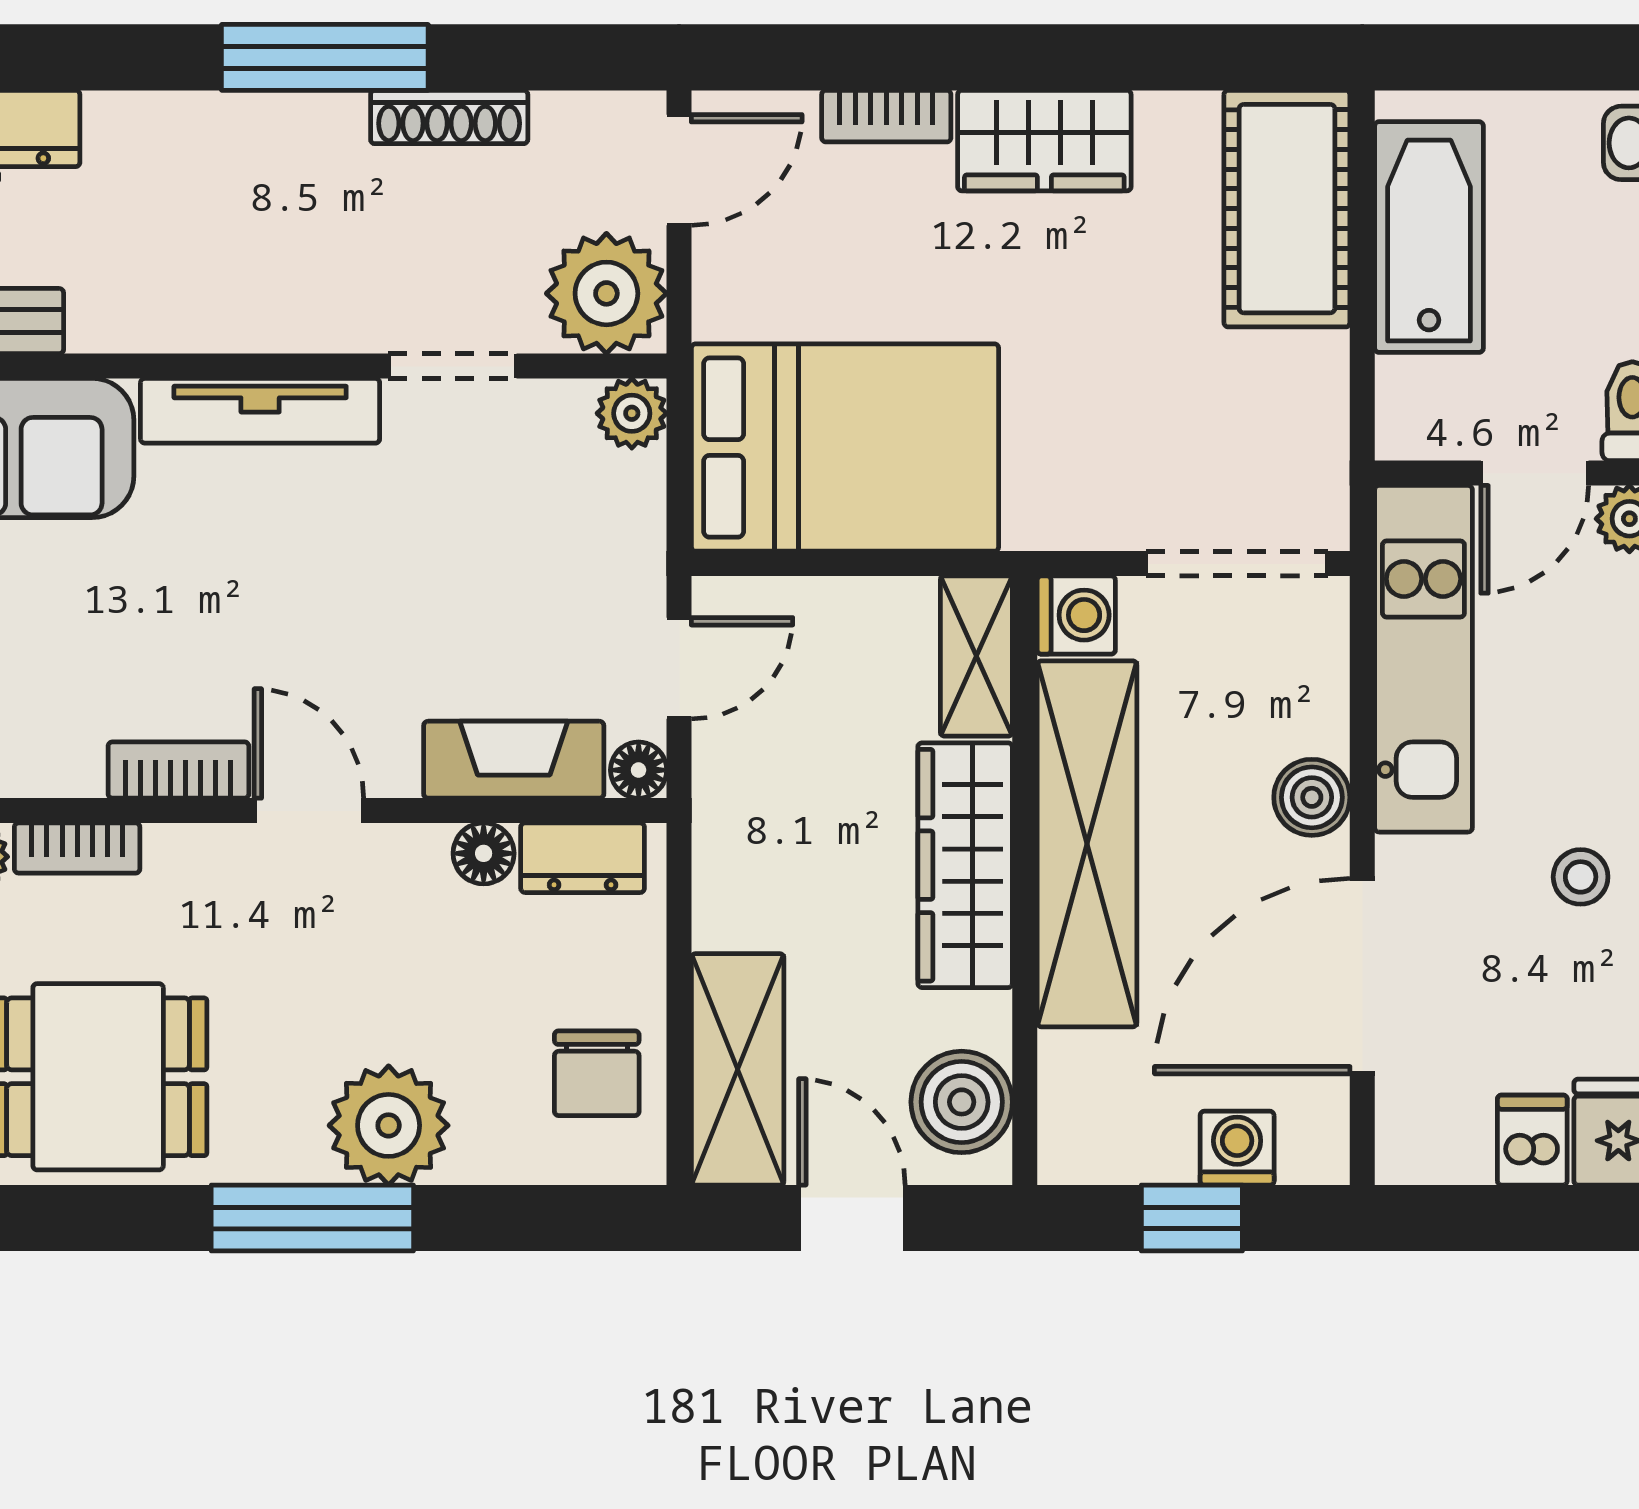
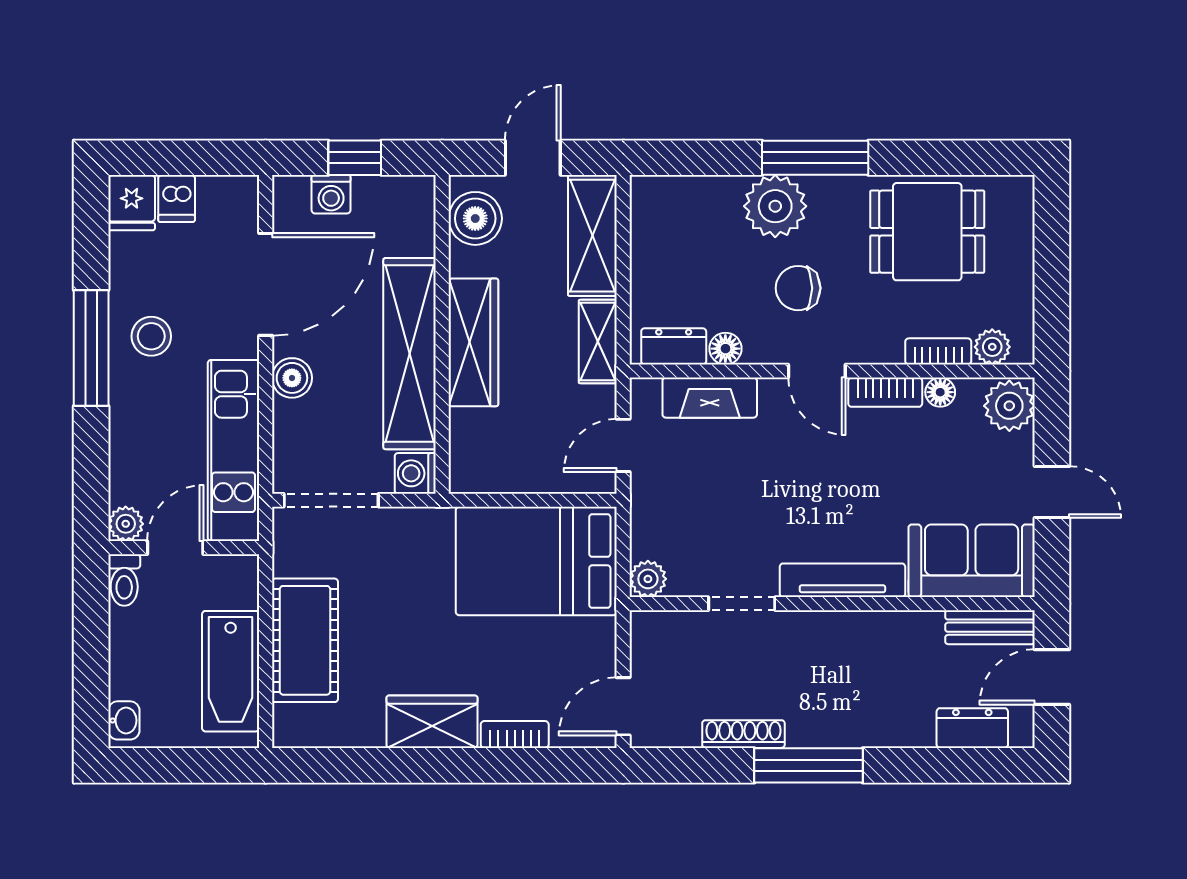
cot: (1287, 209) -> (305, 640), moved
plant: (606, 293) -> (661, 642), removed
shelving: (976, 656) -> (598, 342), moved
floor lamp: (639, 770) -> (940, 392), moved
stool: (1581, 877) -> (151, 336), width x1.37, depth x1.37
chair: (597, 1073) -> (798, 288), moved, turned -90
door: (852, 1218) -> (533, 158), swing flipped

